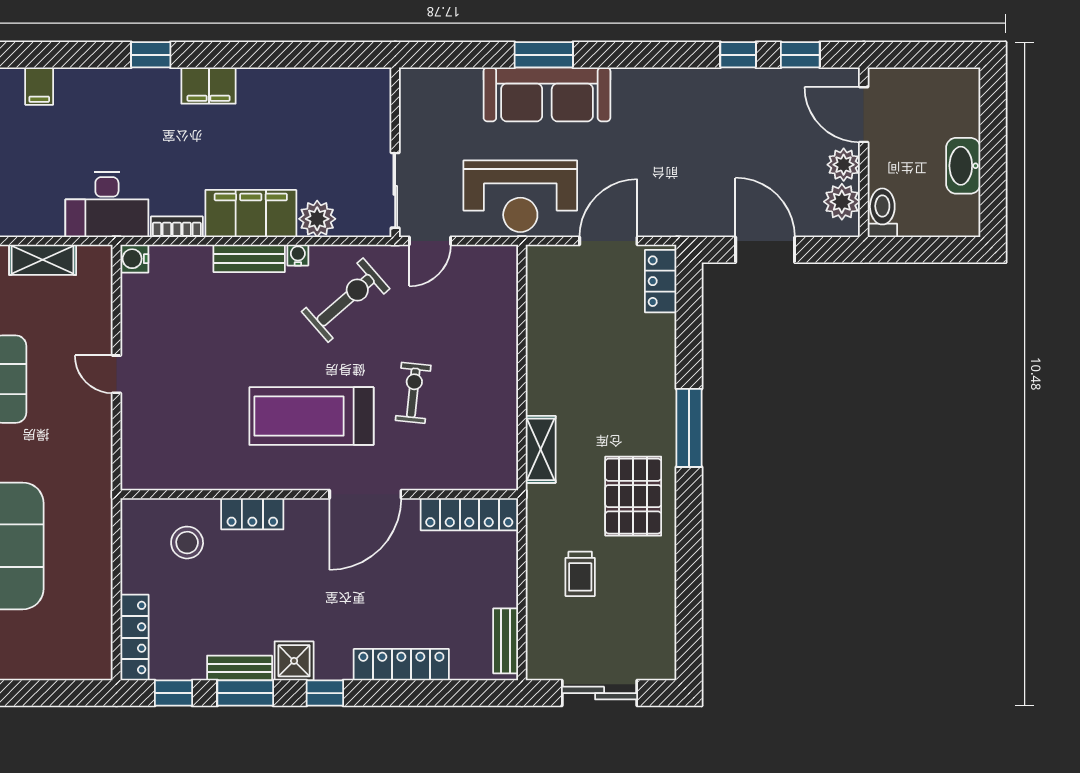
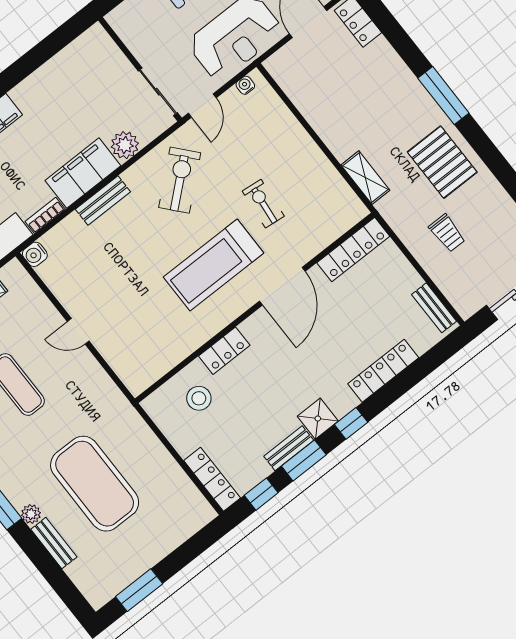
water cooler: (298, 255) -> (245, 85), moved

